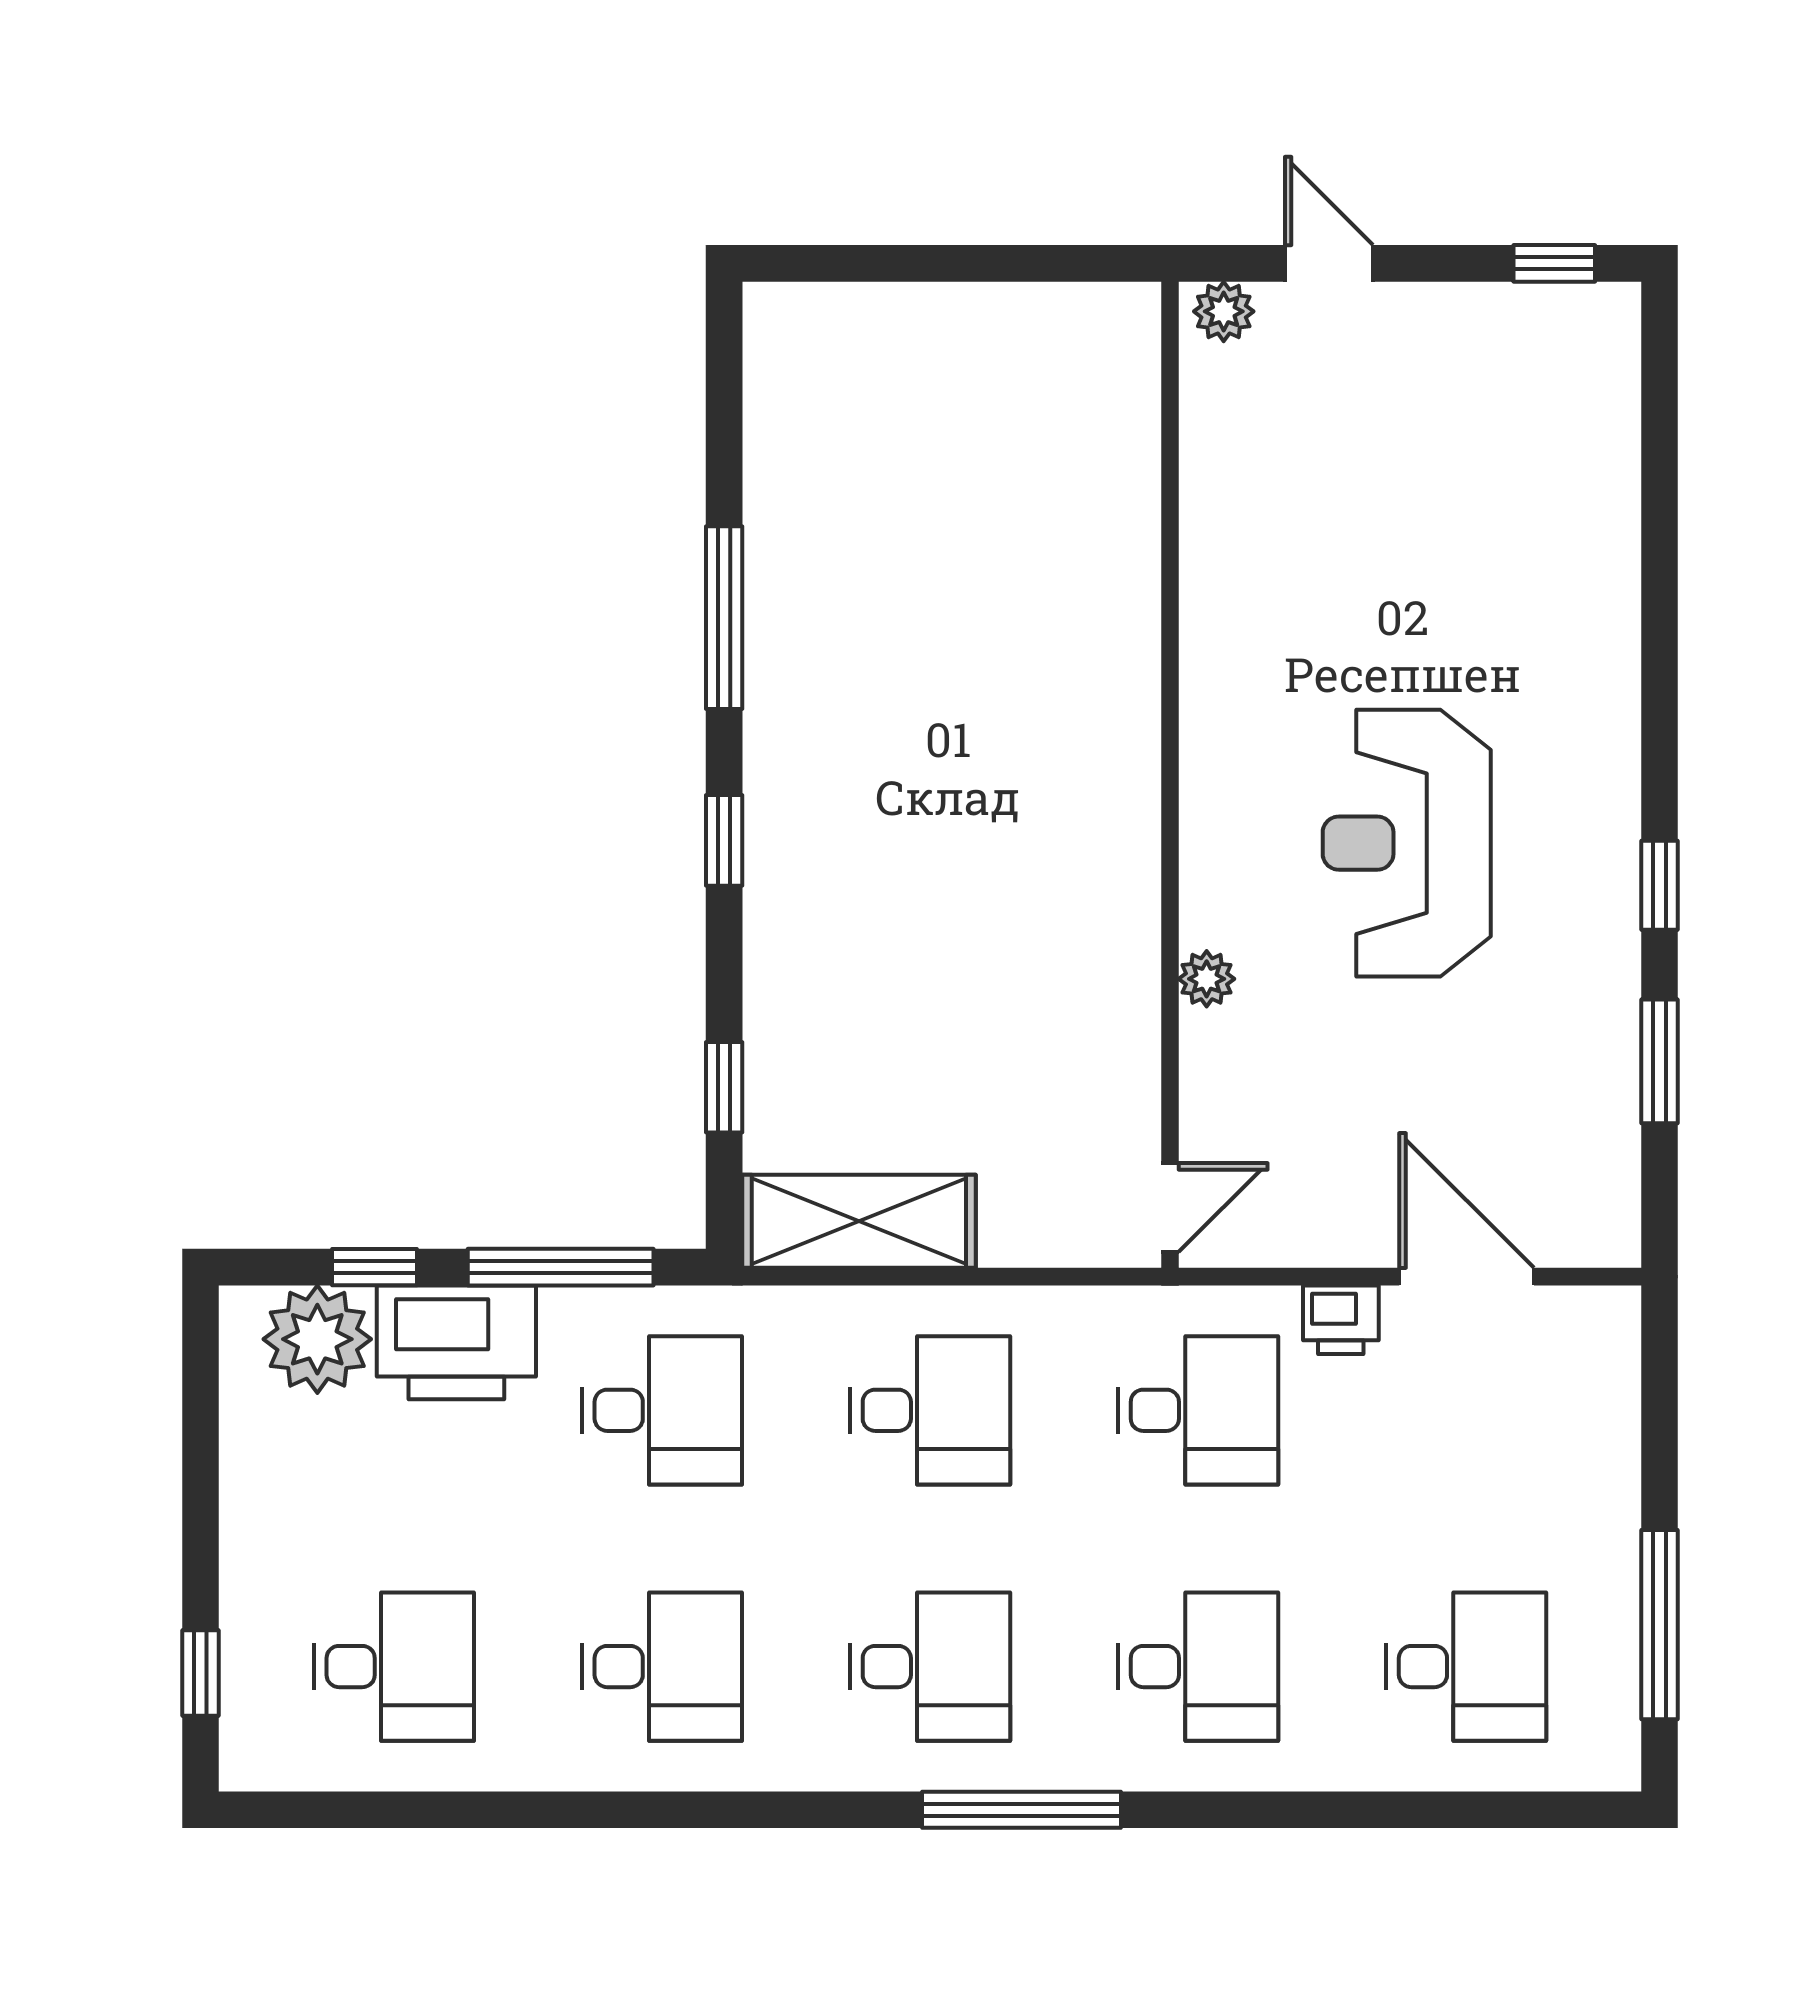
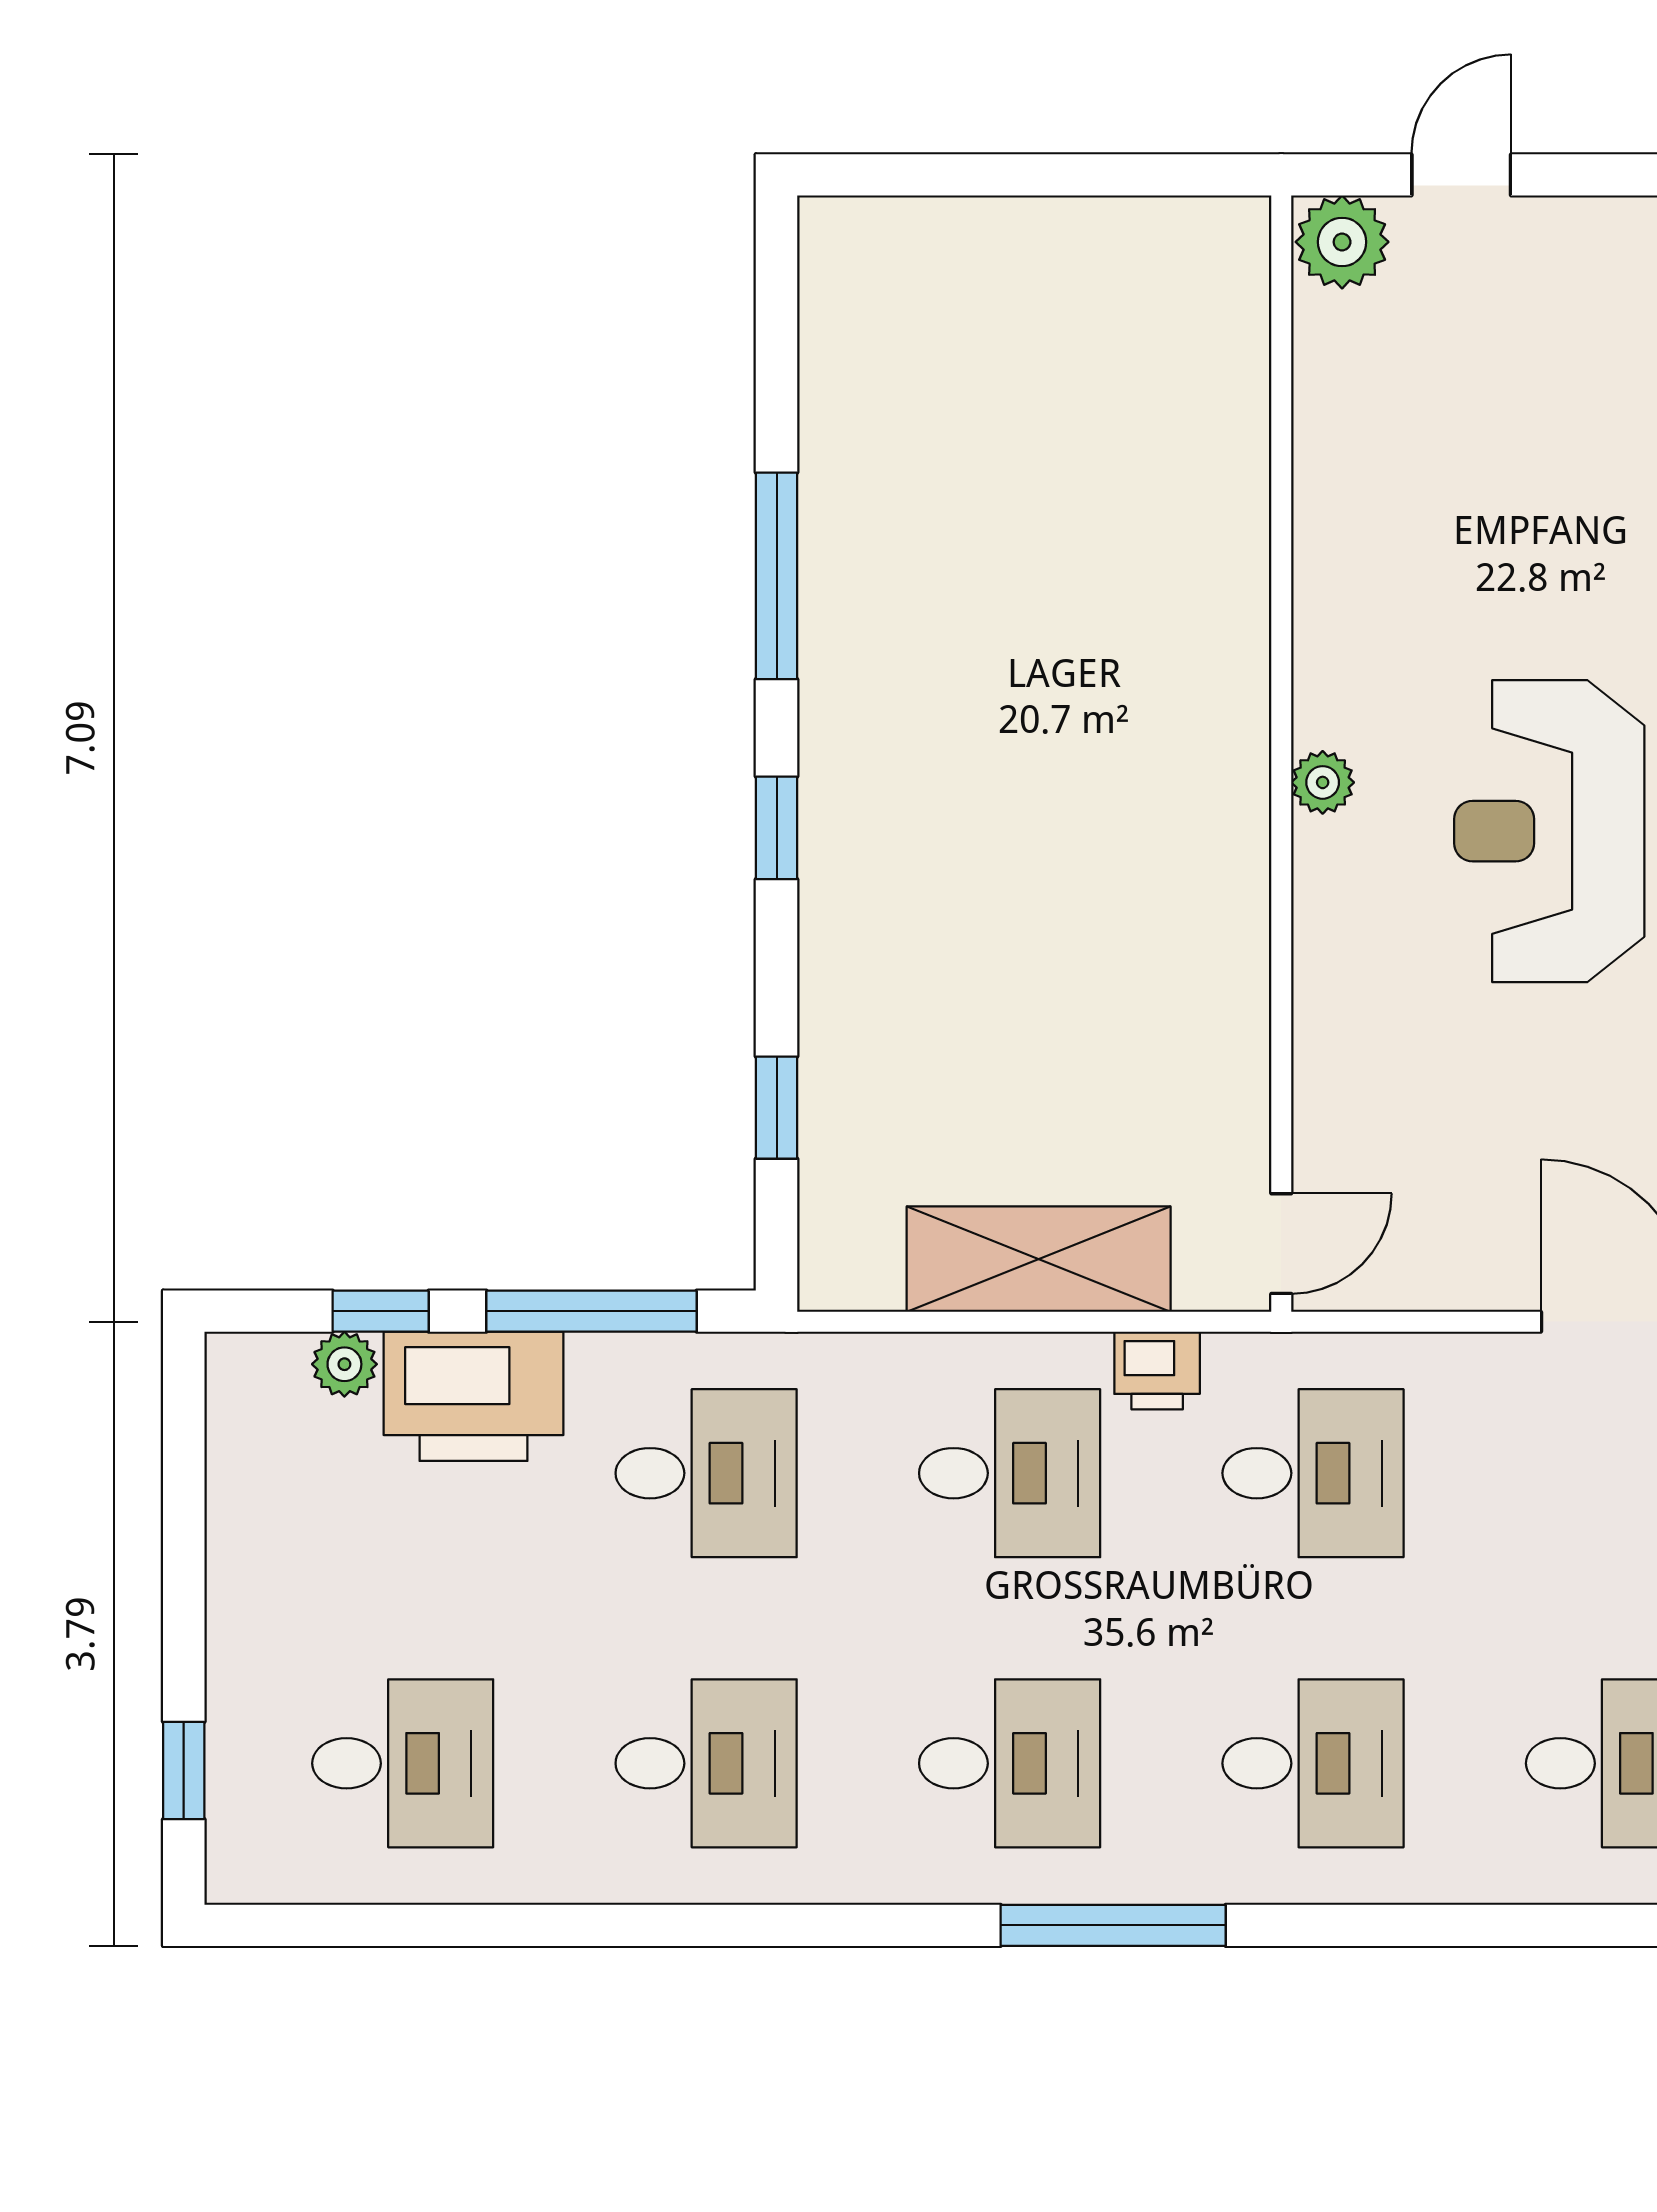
door: (1329, 263) -> (1461, 175), hinge flipped
plant: (1224, 311) -> (1342, 242), width x1.38, depth x1.38
plant: (1207, 979) -> (1323, 782), moved
shelving: (859, 1221) -> (1039, 1259), moved
printer: (1341, 1320) -> (1157, 1371), moved
plant: (317, 1339) -> (344, 1364), width x0.53, depth x0.53

